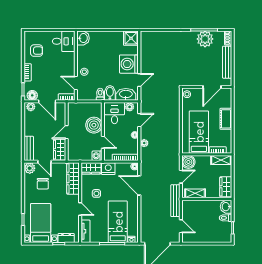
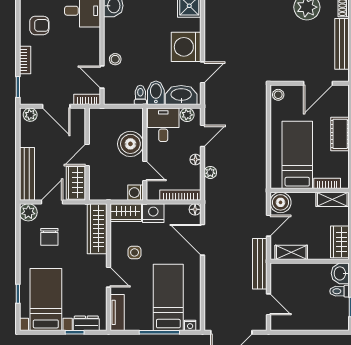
floor lamp: (32, 95) -> (33, 97), removed
bench: (29, 148) -> (27, 174), width x1.36
door: (44, 162) -> (52, 202), swing flipped

